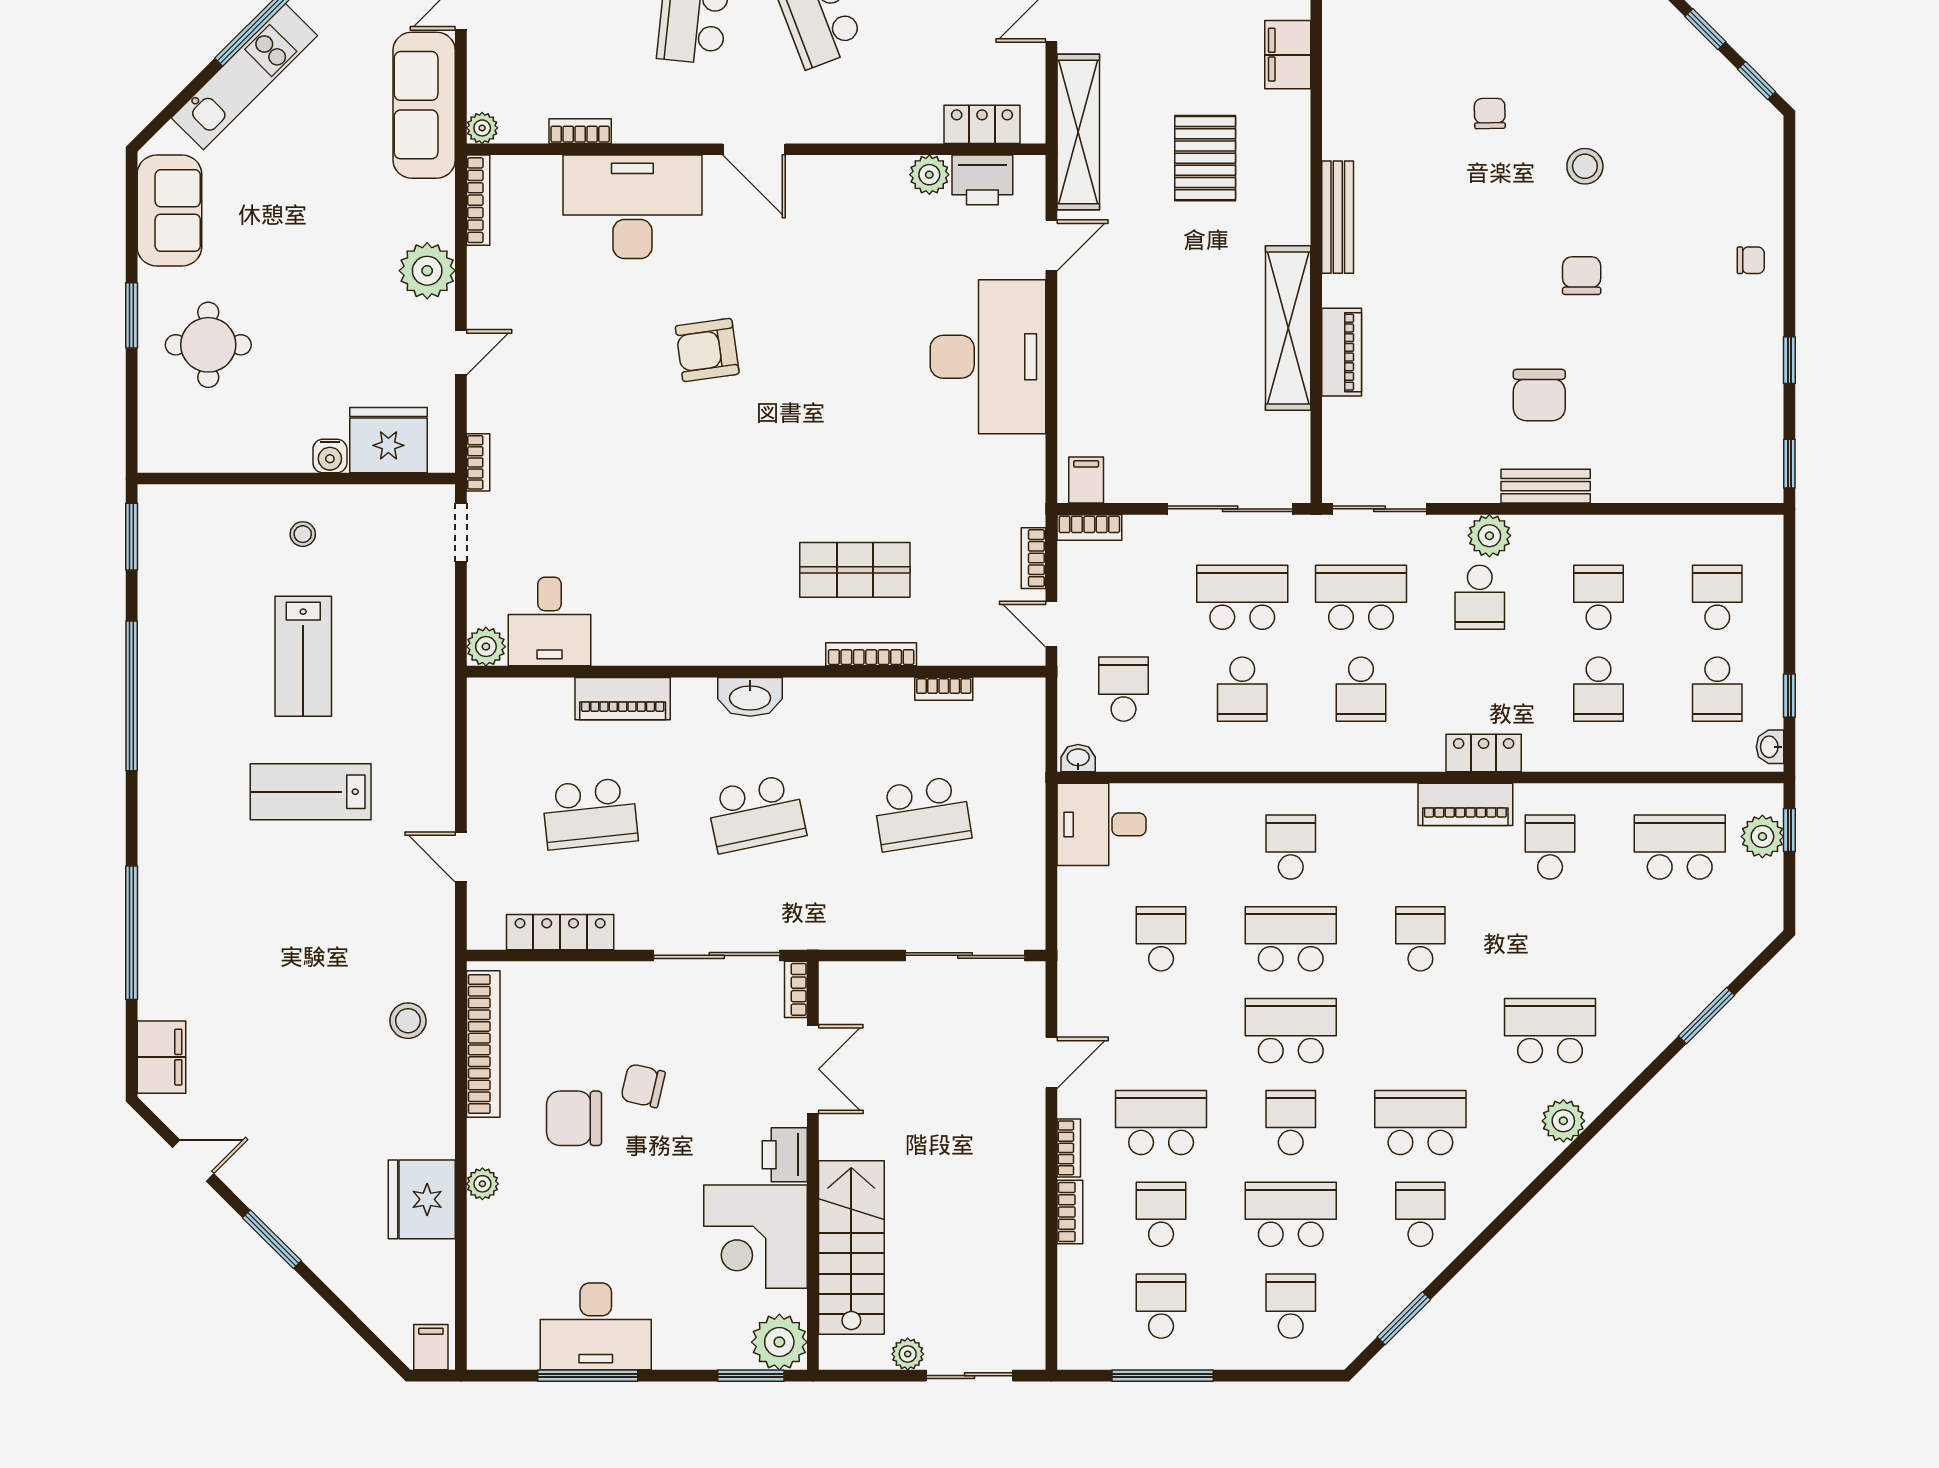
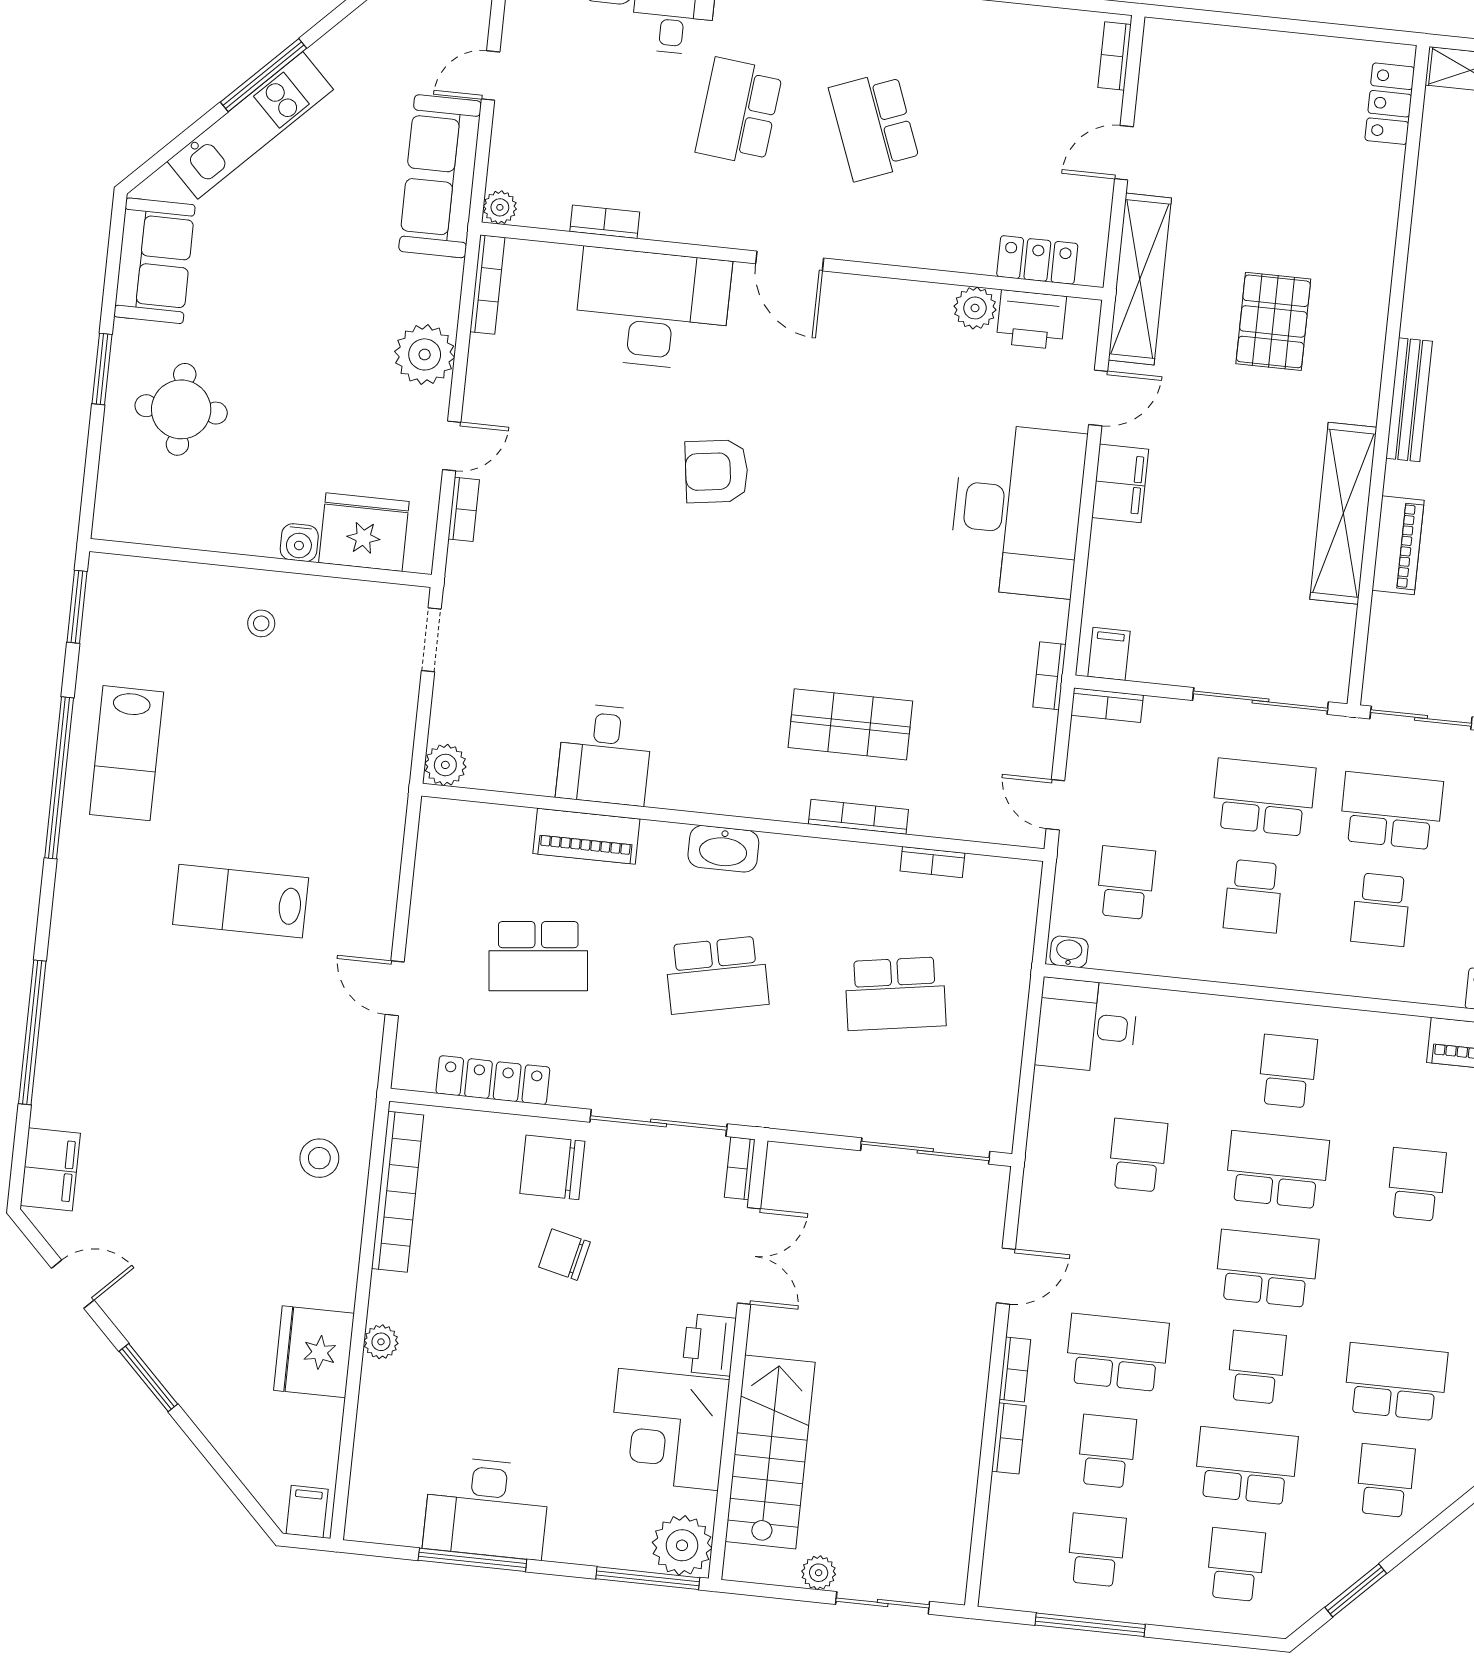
filing cabinet: (1288, 55) -> (1120, 483), moved, turned 180
bookcase: (478, 462) -> (464, 509), moved
bookcase: (1033, 558) -> (1050, 676), moved
desk: (550, 621) -> (605, 754), moved
lab bench: (303, 656) -> (127, 753), moved
chair: (574, 1118) -> (552, 1167), moved
window: (751, 1376) -> (648, 1578), width x1.44

